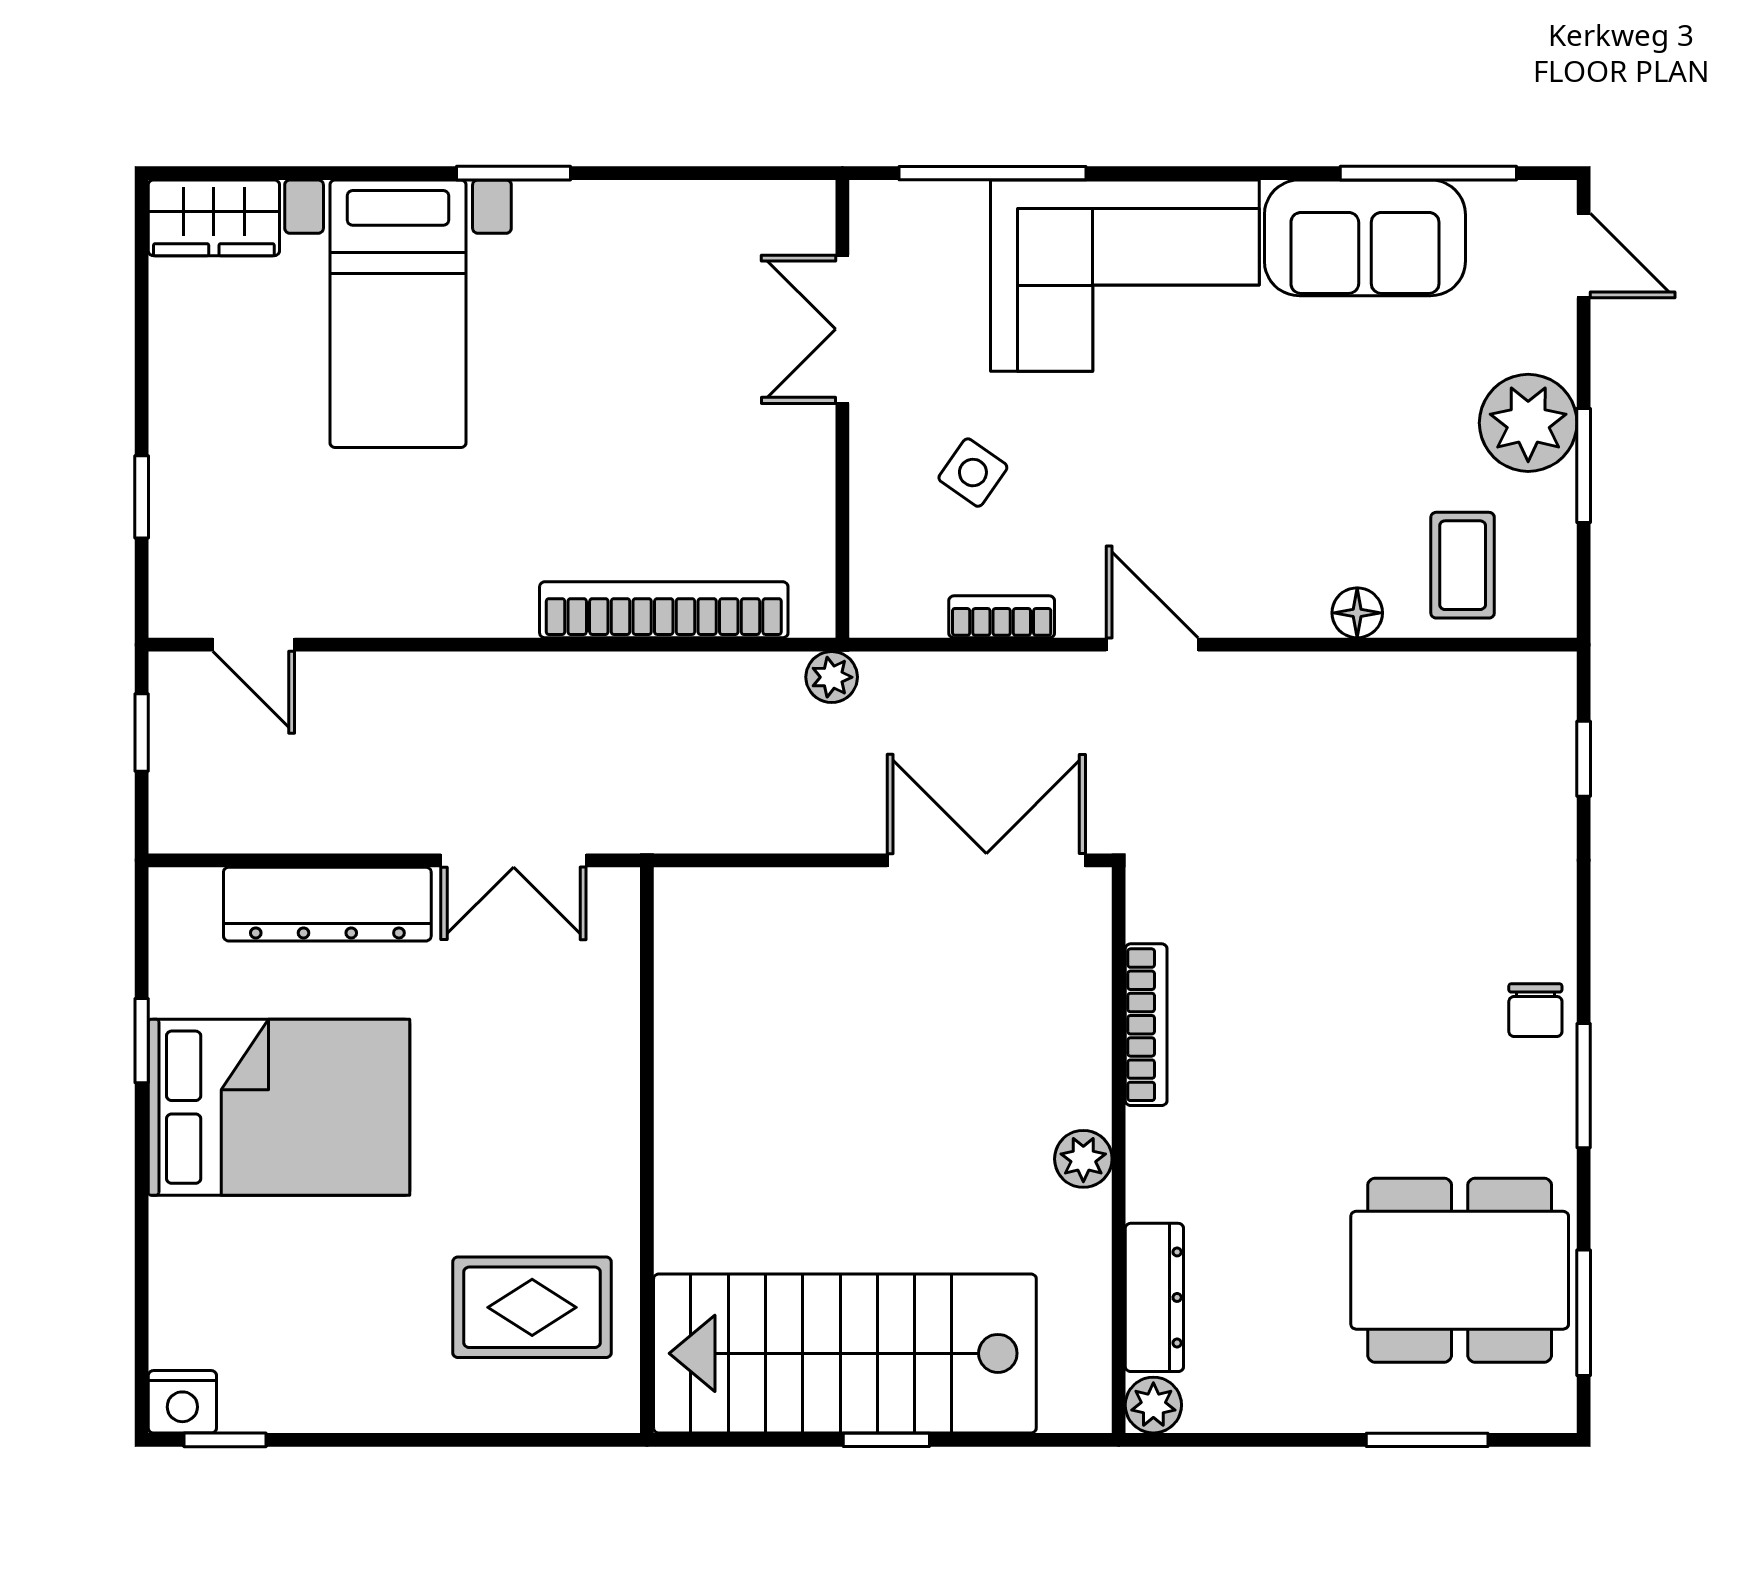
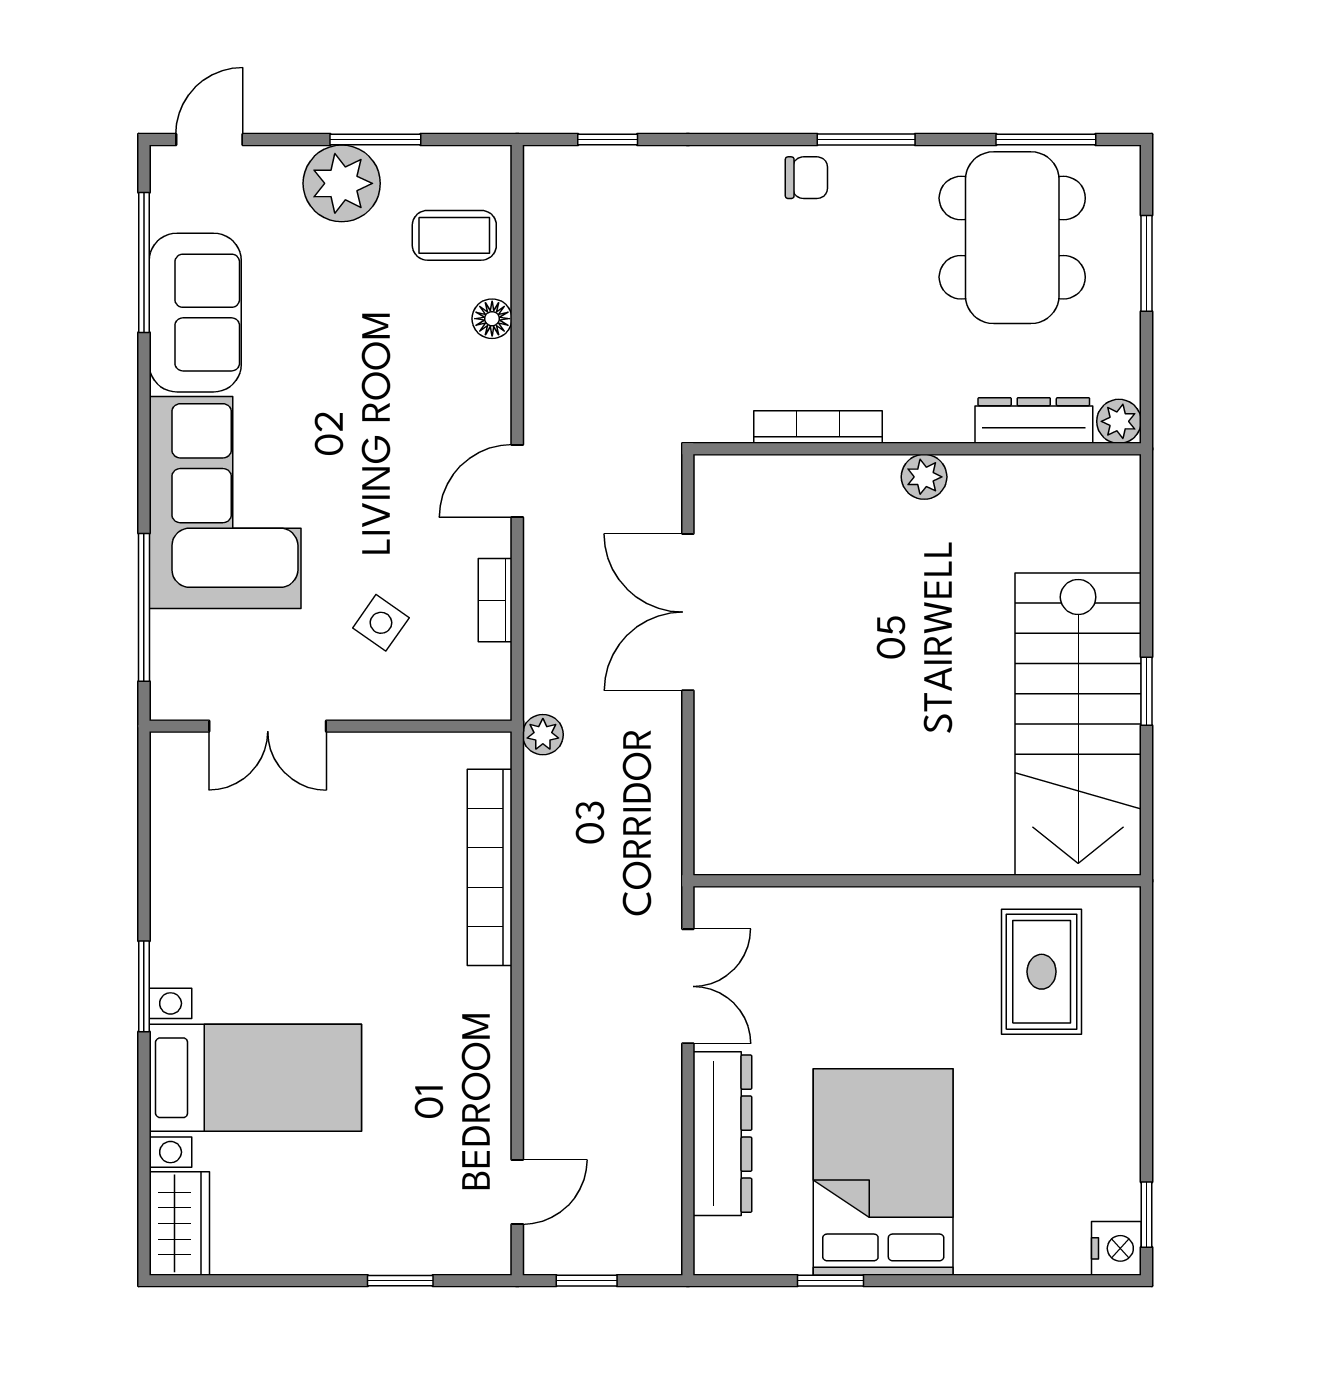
bookcase: (1146, 1025) -> (818, 427), moved
wall: (1119, 1150) -> (917, 449), moved
plant: (1083, 1159) -> (924, 477), moved
dresser: (1154, 1297) -> (1034, 420), moved
plant: (1153, 1405) -> (1119, 421), moved

